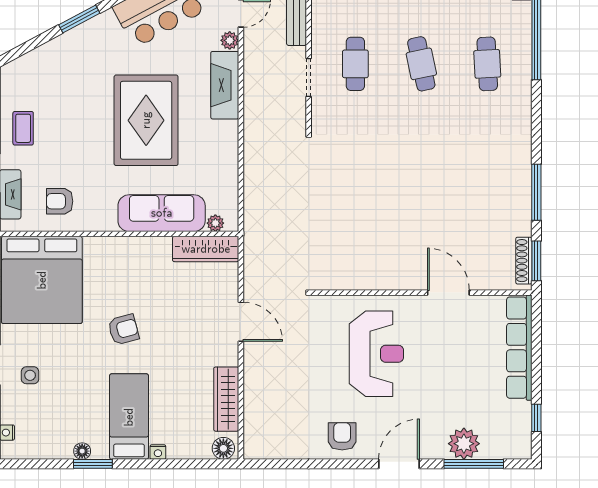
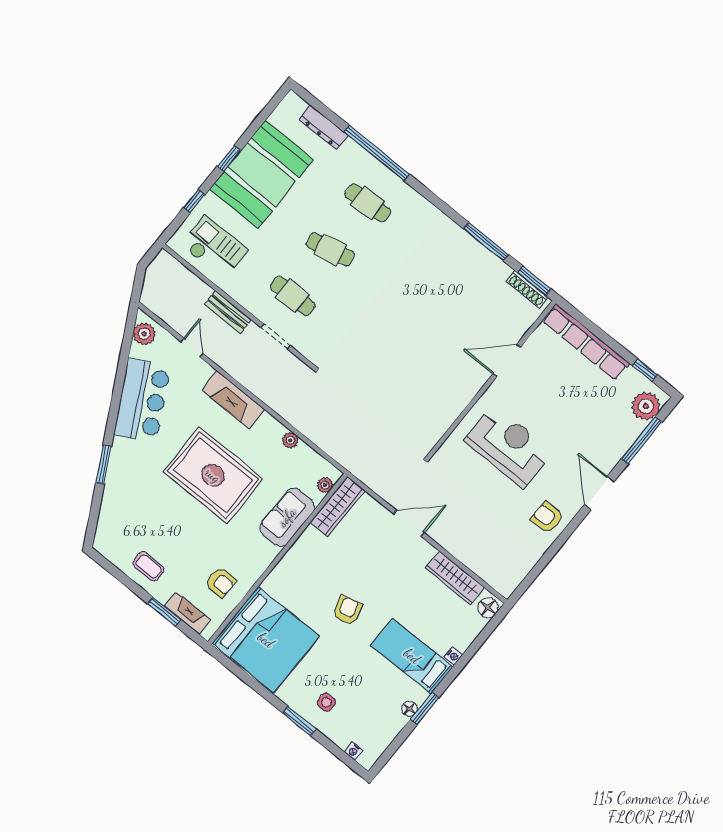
plant: (230, 40) -> (290, 440), moved
armchair: (60, 201) -> (221, 582), turned -90
sofa: (162, 213) -> (287, 517), width x0.73
plant: (464, 444) -> (646, 406), moved

